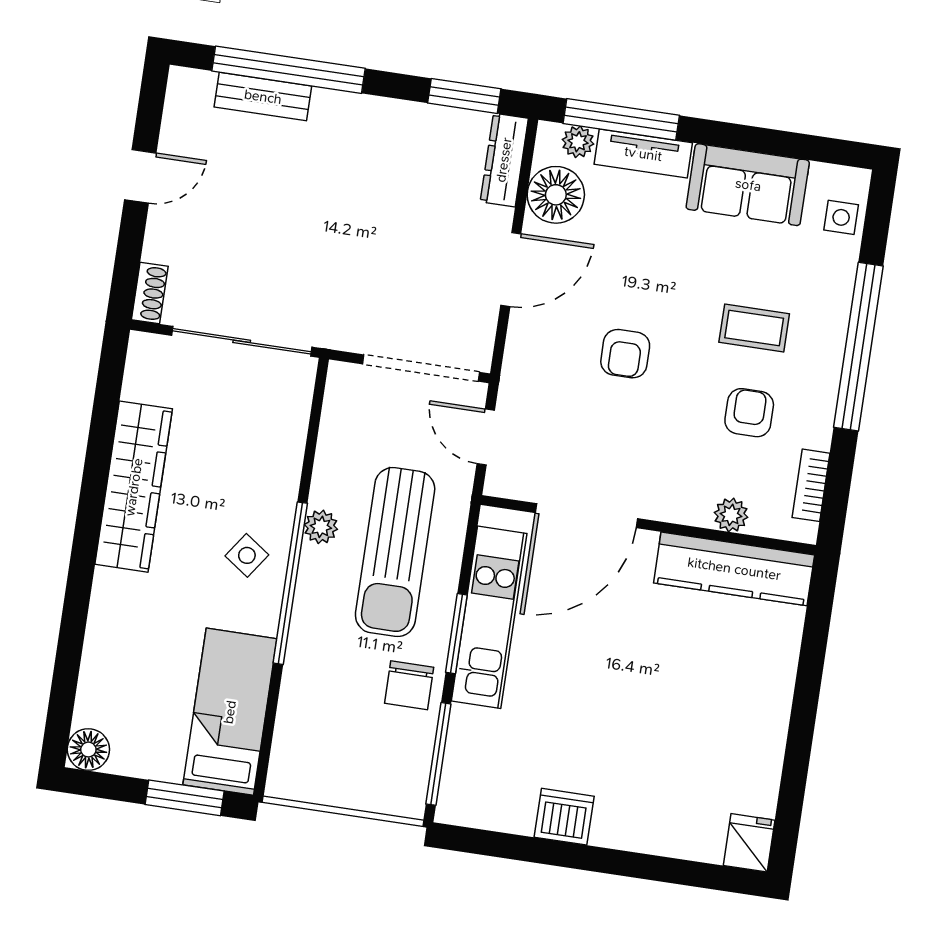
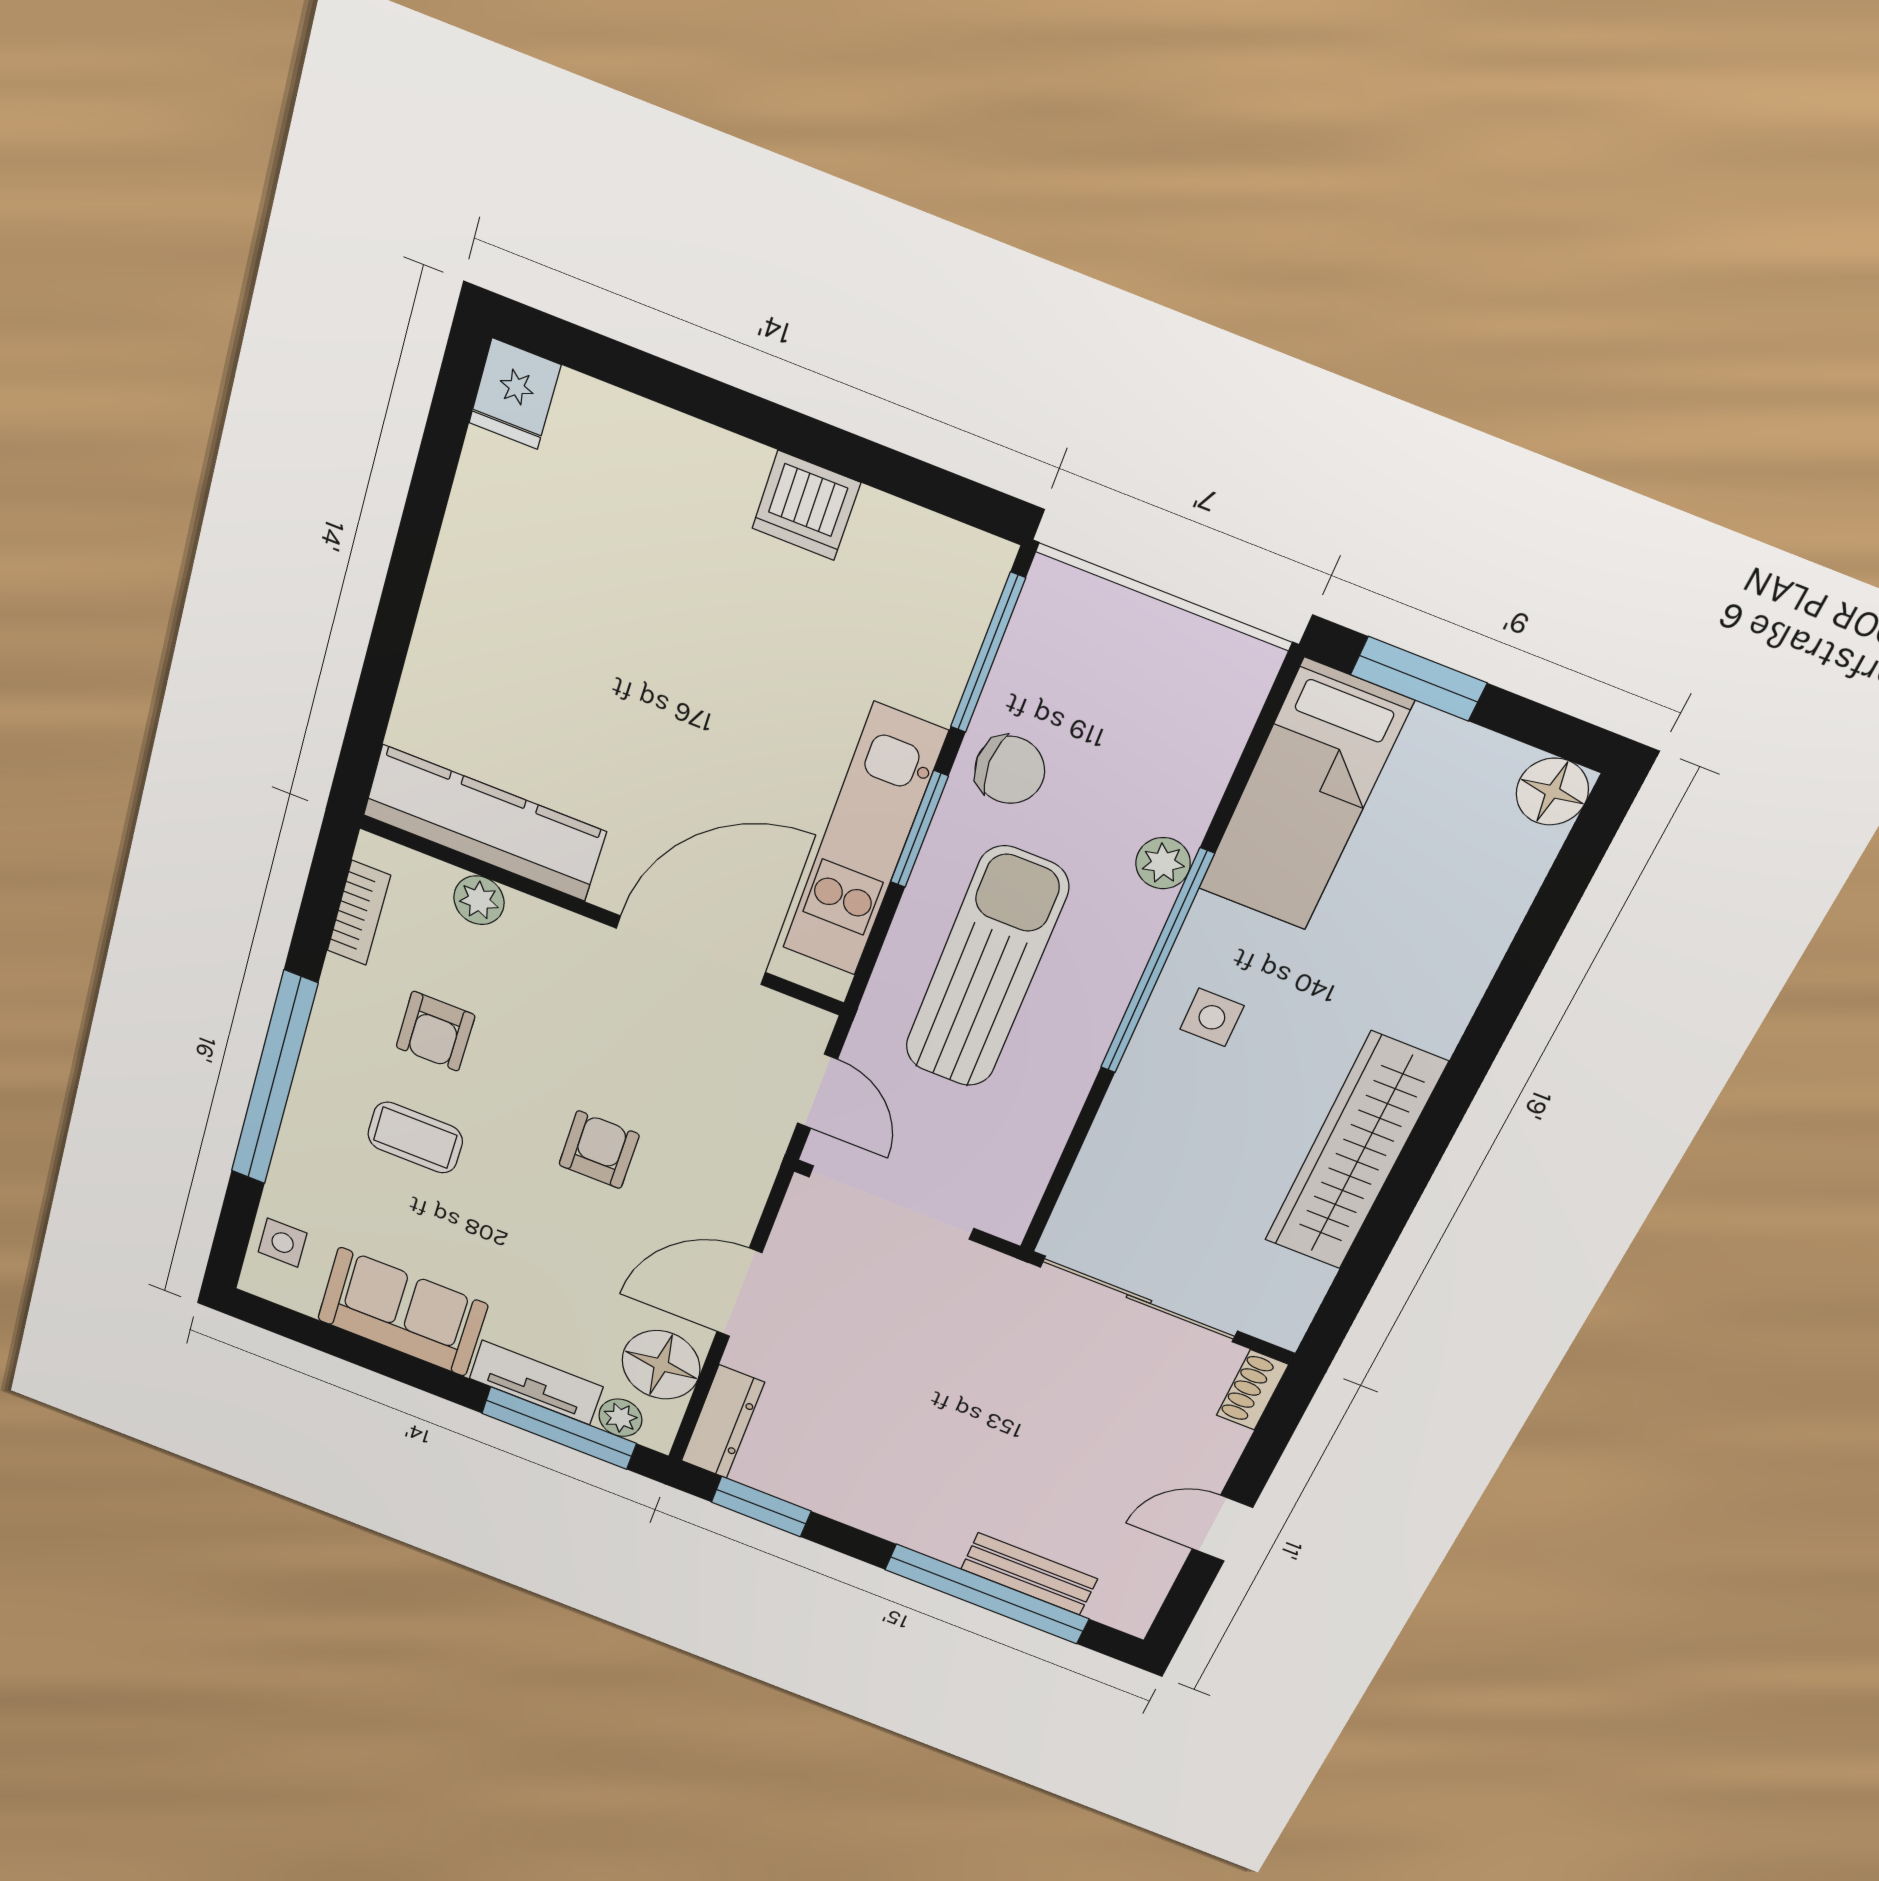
plant: (321, 527) -> (1163, 863), moved
side table: (247, 555) -> (1212, 1017), turned -35
chair: (409, 685) -> (1010, 770), turned 90

